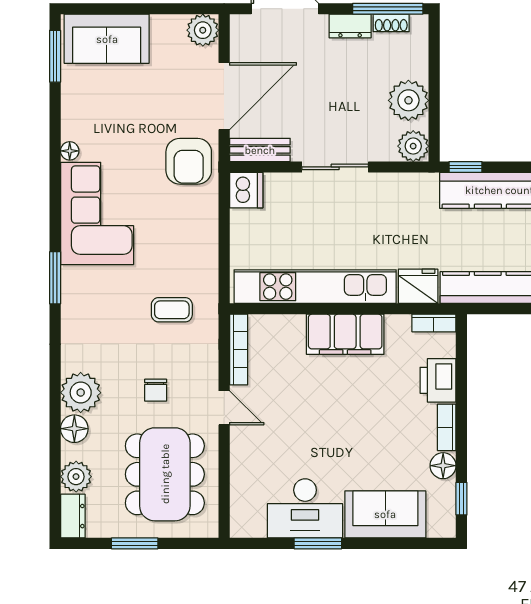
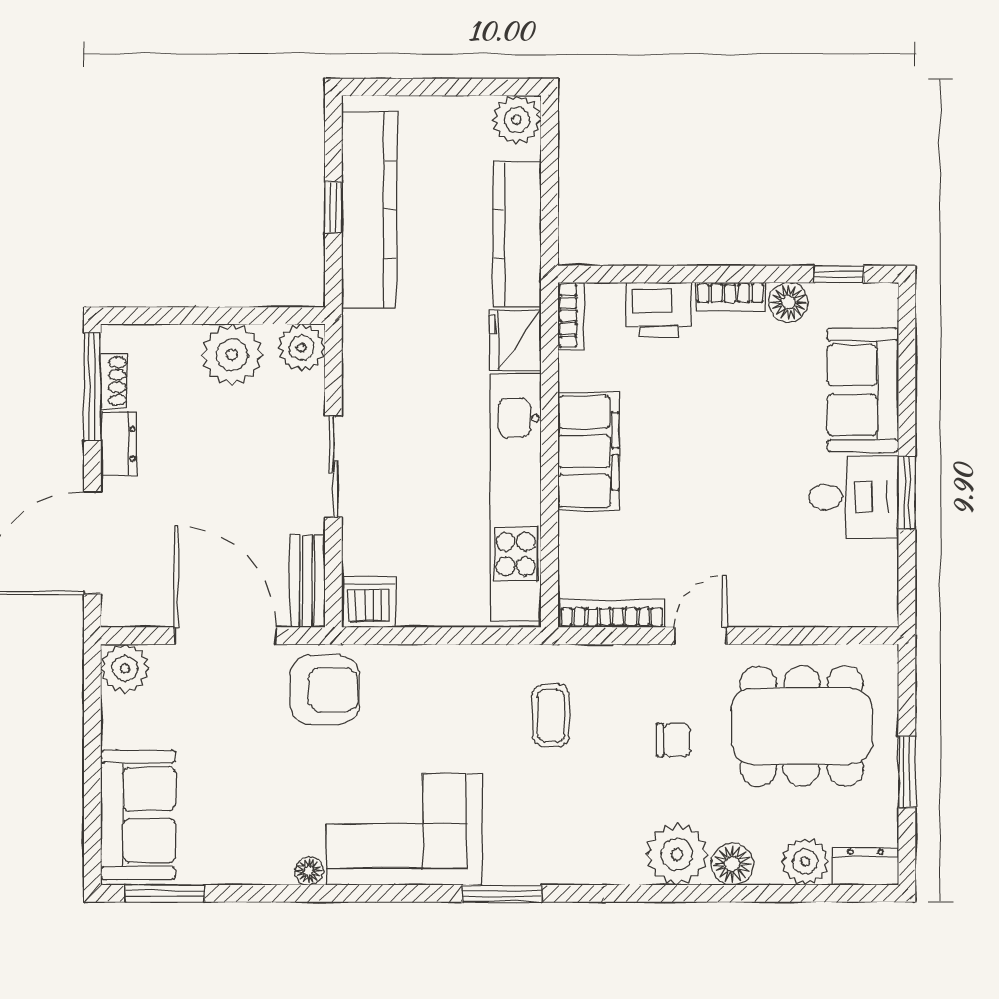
window: (465, 167) -> (333, 208), moved
desk: (305, 508) -> (854, 497), width x0.73

